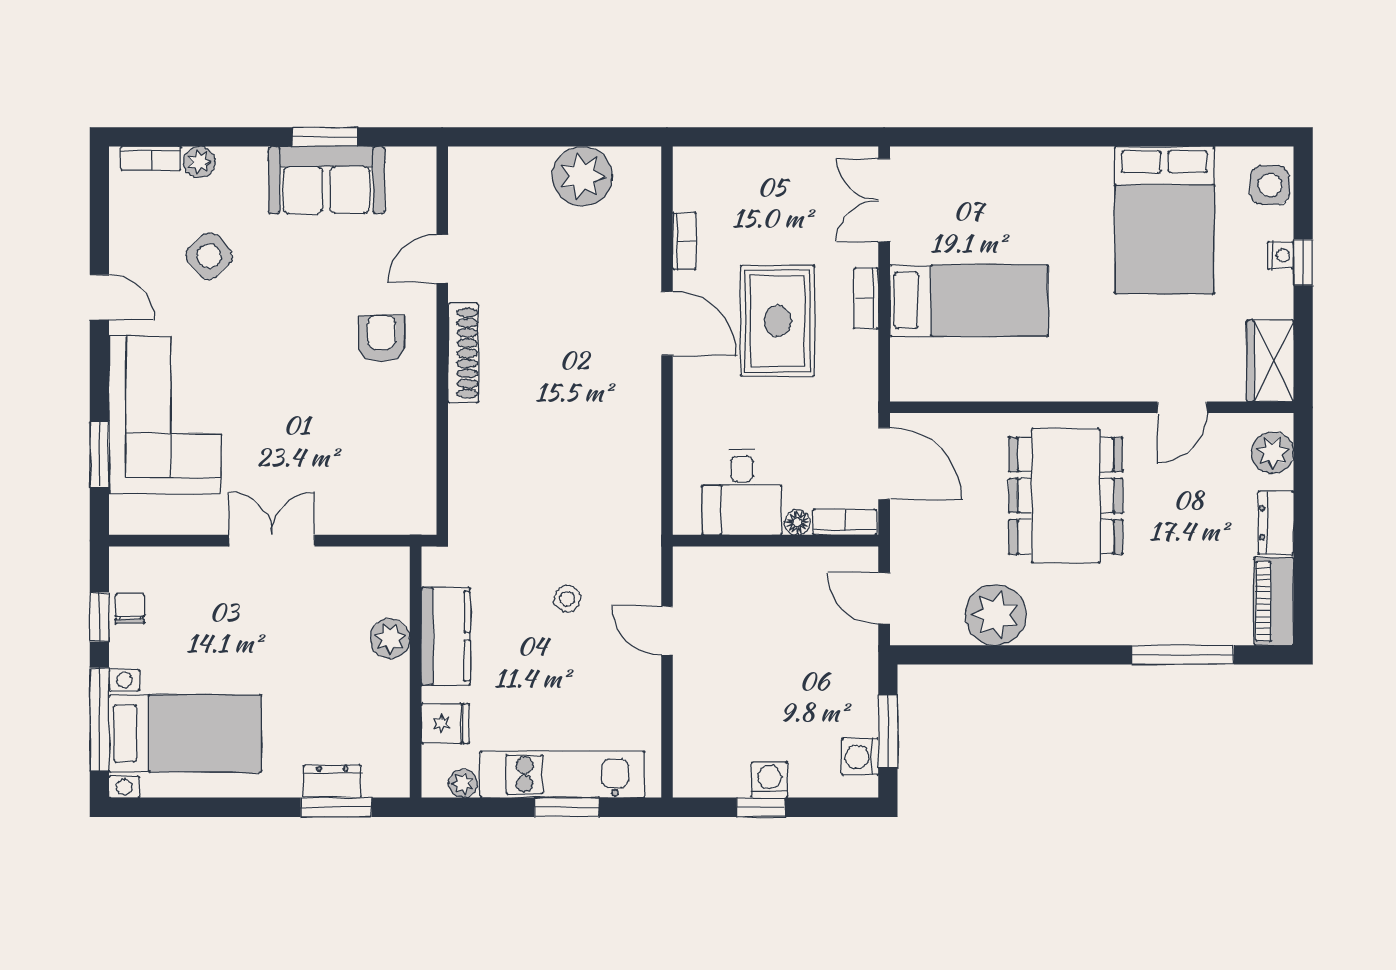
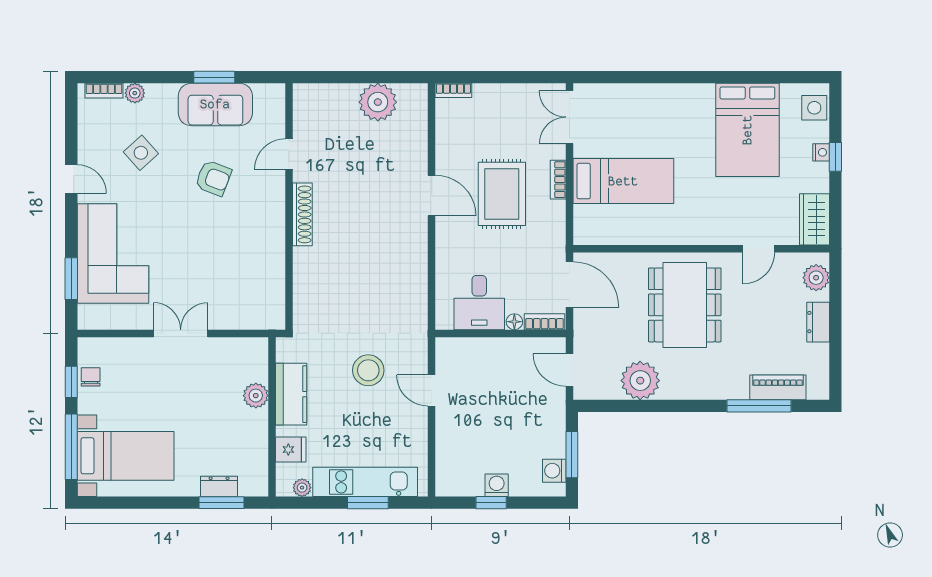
bookcase: (684, 241) -> (453, 90), moved, turned 90
armchair: (381, 339) -> (213, 178), moved, turned 111
stool: (567, 599) -> (368, 370), width x1.89, depth x1.89
piano: (1274, 601) -> (778, 387), moved, turned 90

